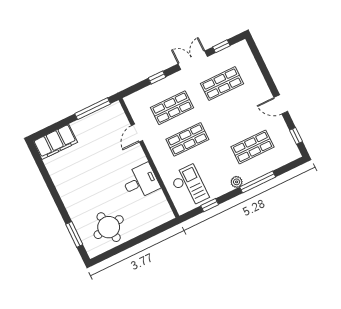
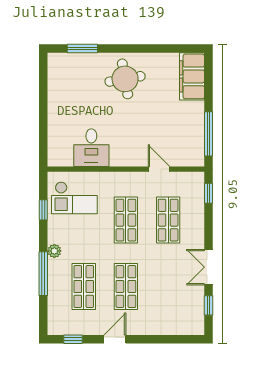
double door: (193, 60) -> (208, 267), swing flipped
window: (157, 77) -> (208, 193), moved
shop shelf: (222, 84) -> (126, 286), moved
desk: (141, 182) -> (91, 148), moved
round table: (109, 227) -> (125, 79), moved

